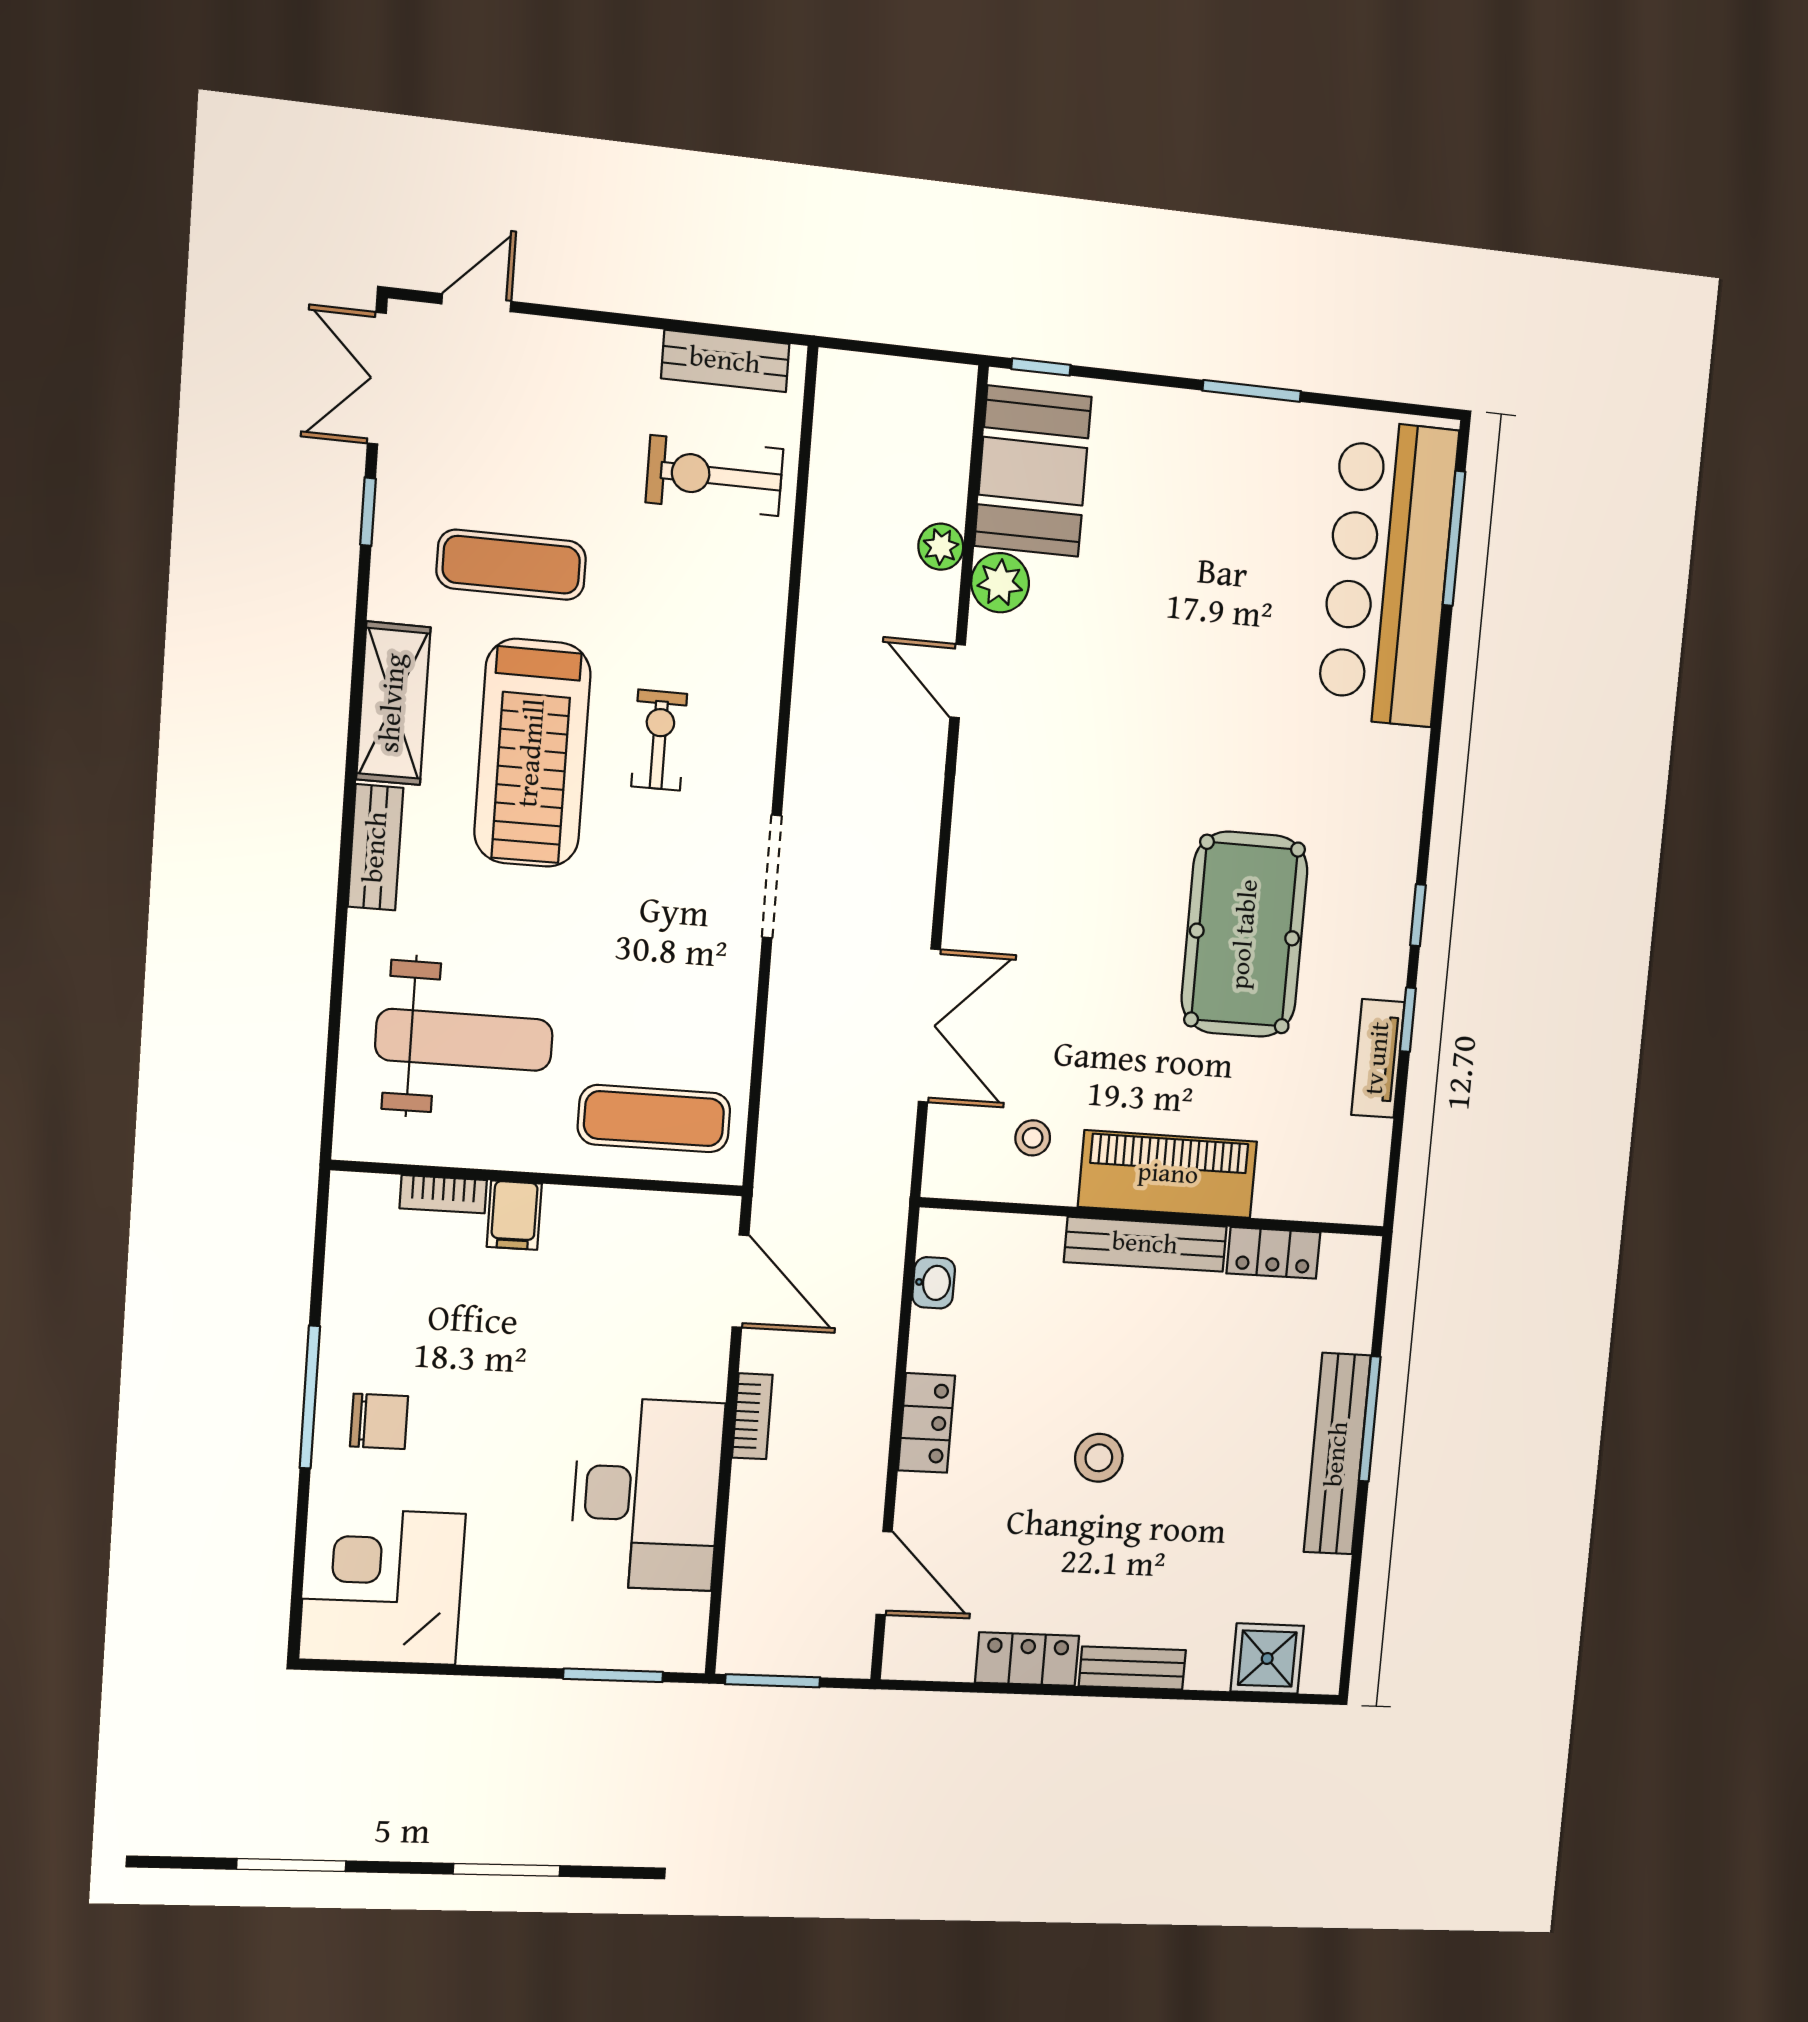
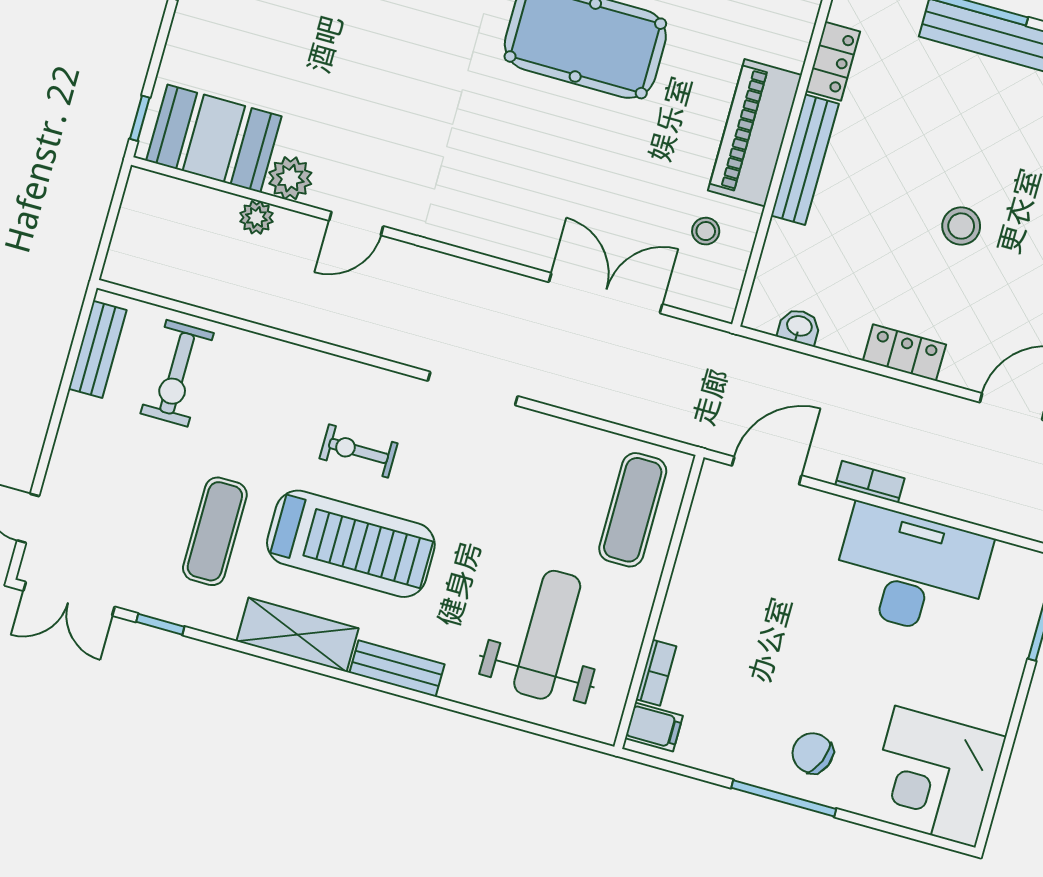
filing cabinet: (514, 1215) -> (654, 727), moved
chair: (379, 1421) -> (813, 753), turned -68

